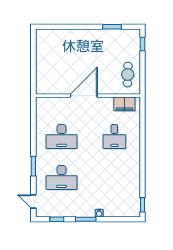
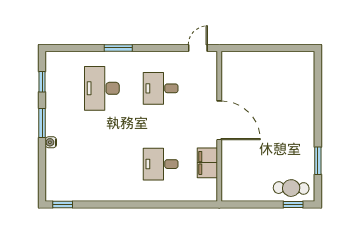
cafe table: (128, 74) -> (291, 188), moved
filing cabinet: (124, 104) -> (207, 163), moved
desk: (62, 136) -> (161, 88), width x0.73
door: (33, 201) -> (198, 48), moved

